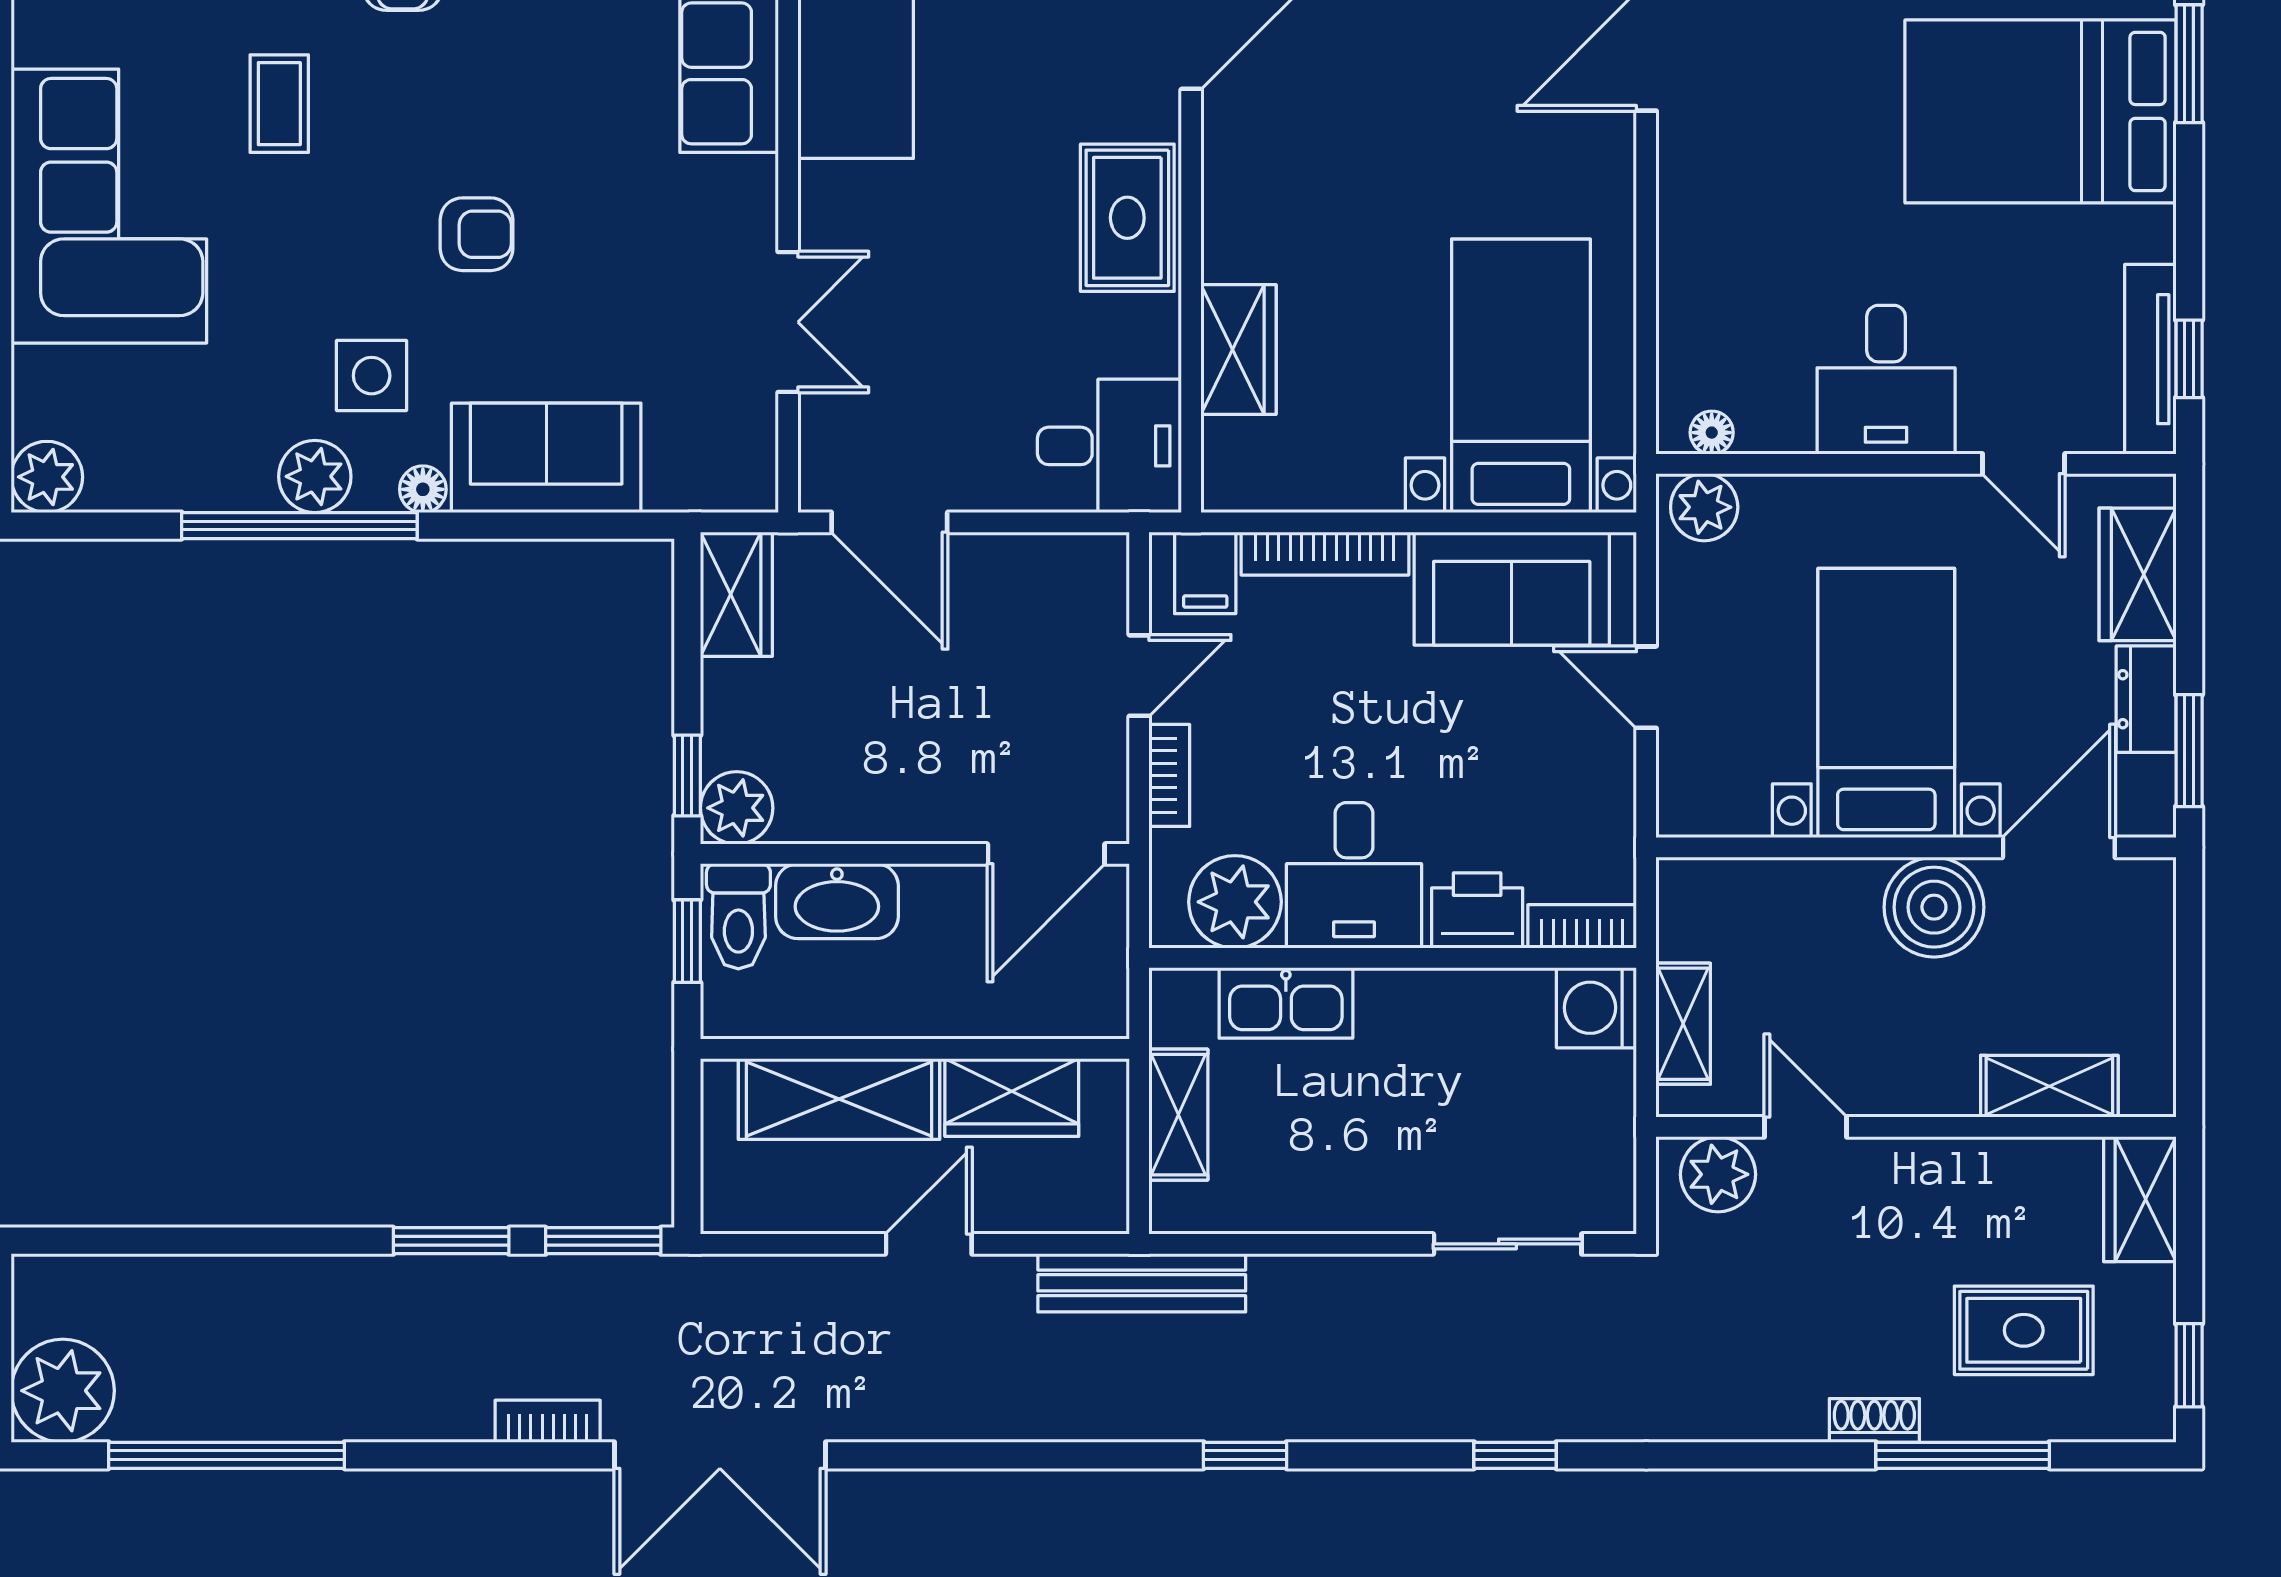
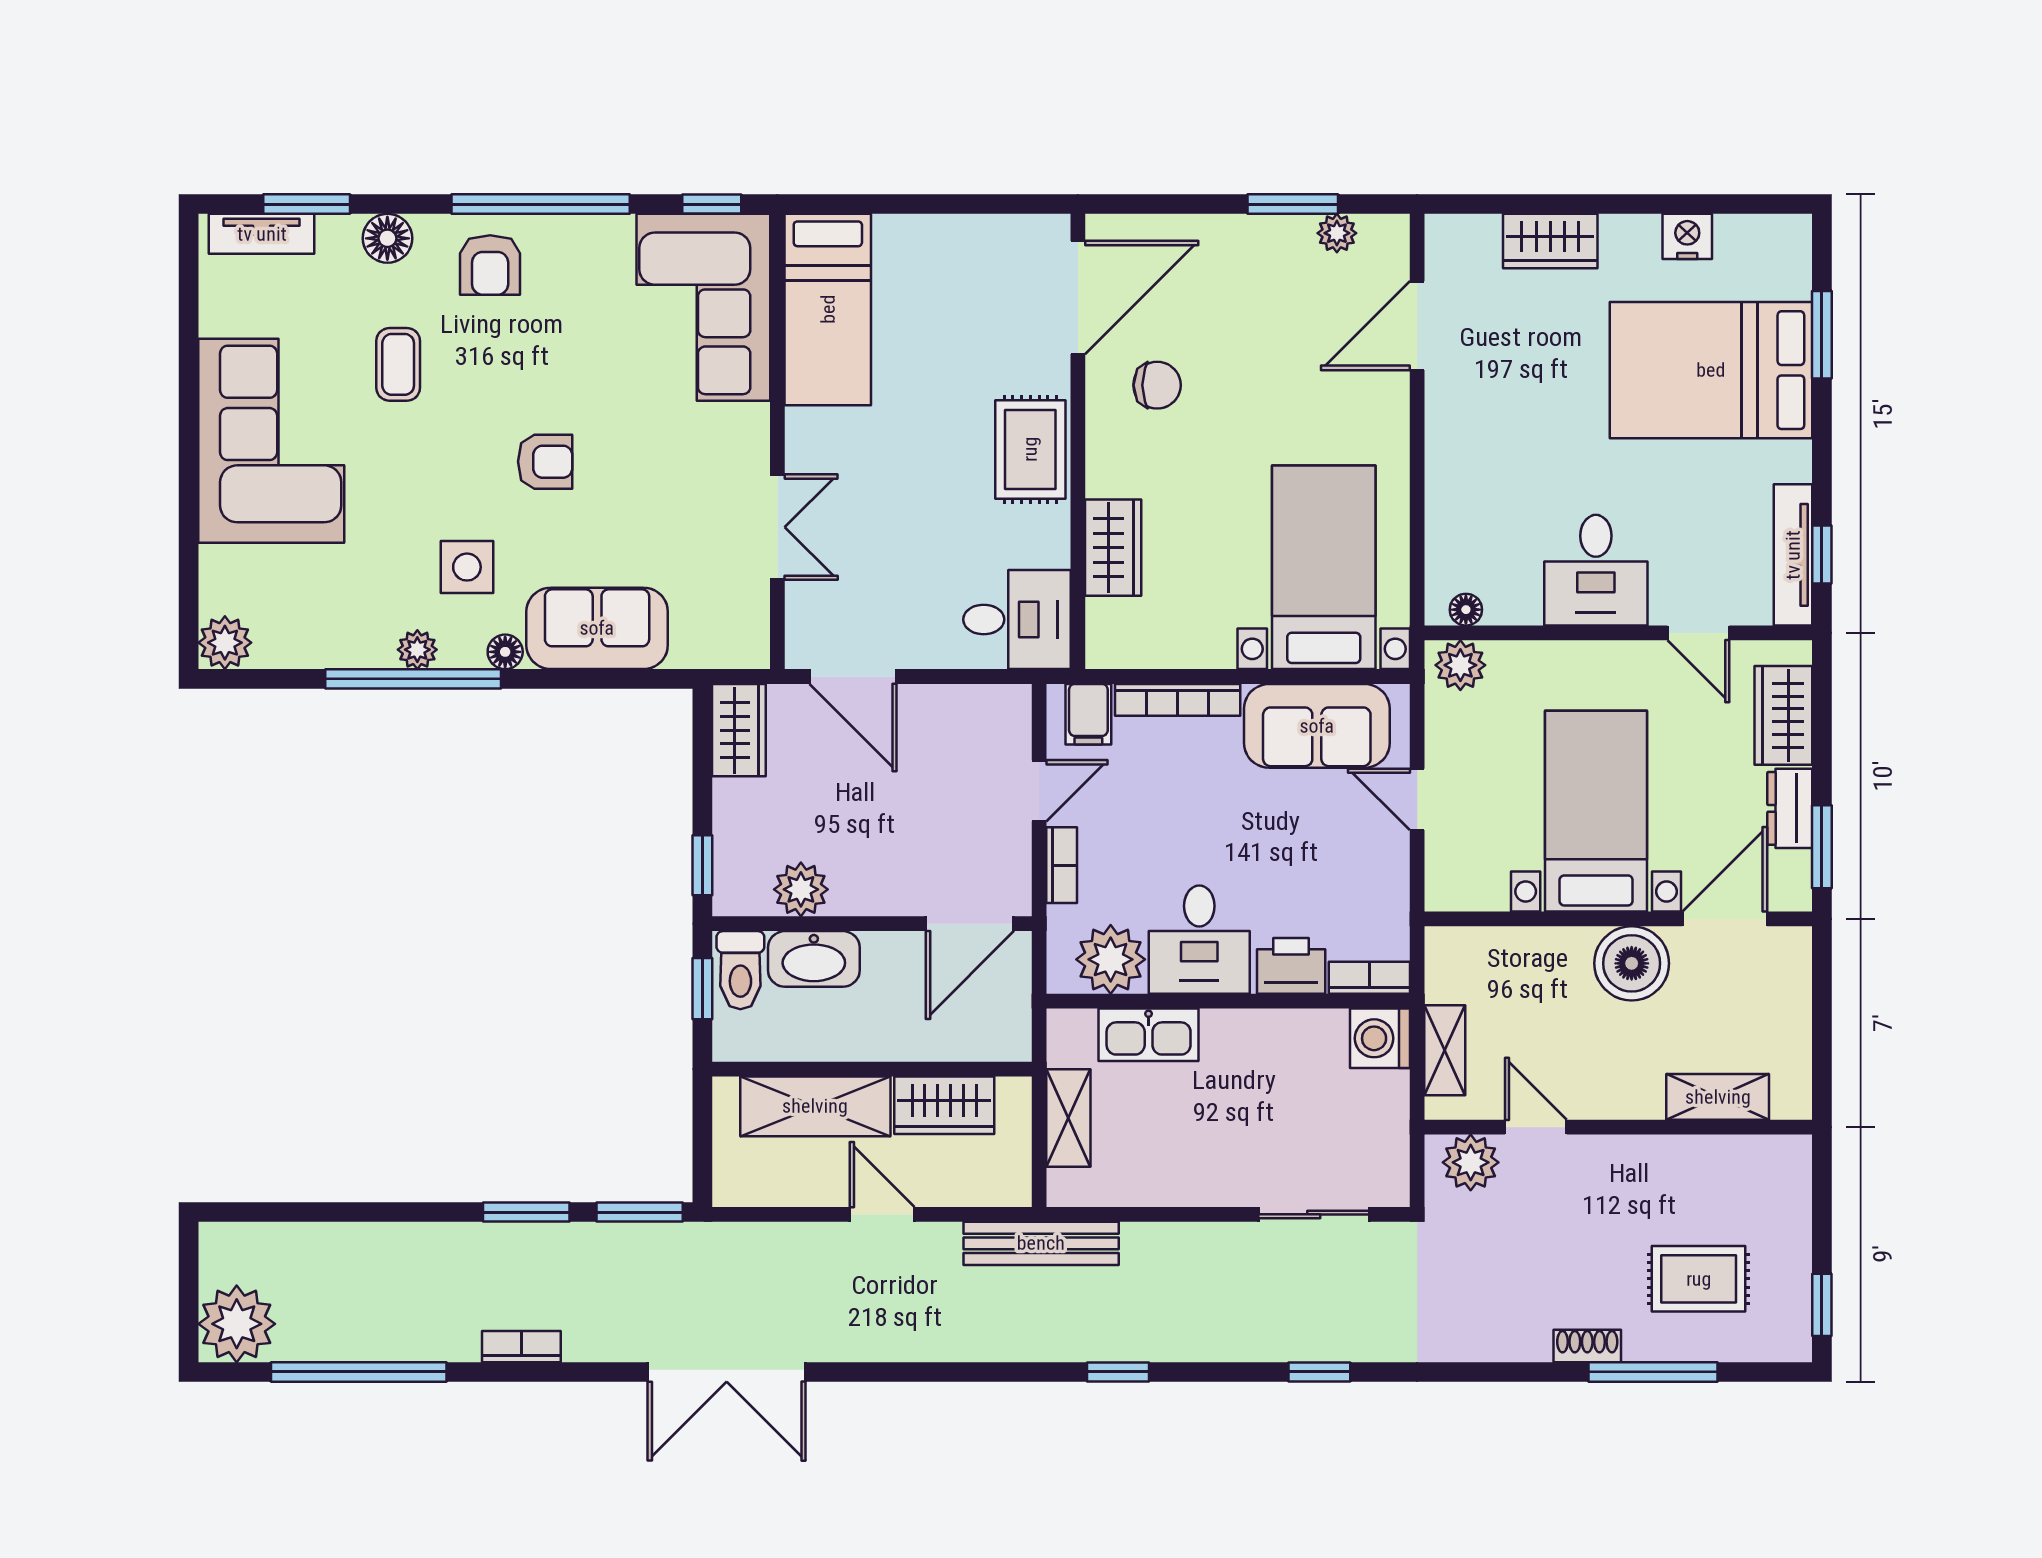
chair: (1297, 131) -> (1157, 385), added
plant: (315, 476) -> (417, 650), width x0.73, depth x0.73
plant: (737, 808) -> (801, 889), moved
wardrobe: (2140, 1199) -> (1785, 1181), removed
door: (929, 1244) -> (882, 1214), hinge flipped
bookcase: (548, 1421) -> (521, 1347), moved

